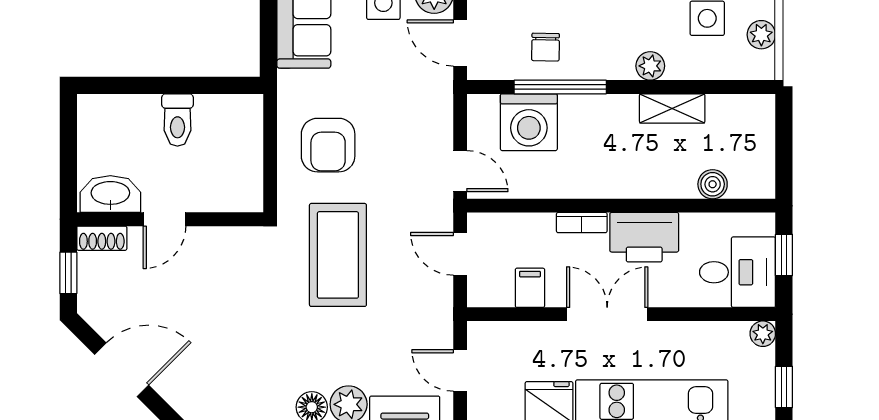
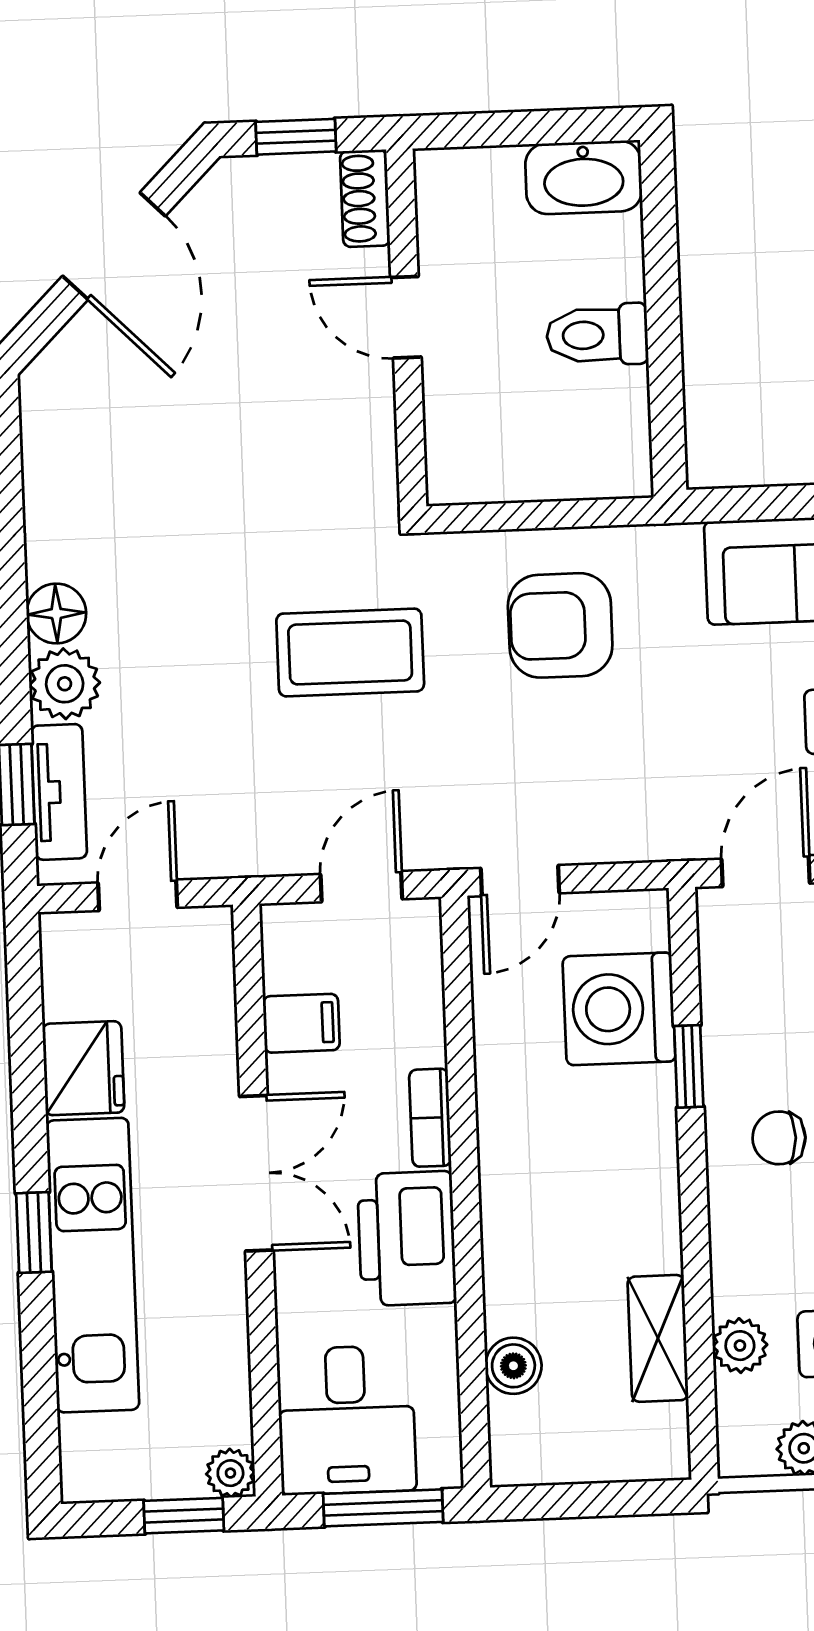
chair: (546, 47) -> (779, 1138), moved
plant: (650, 66) -> (740, 1346), moved
window: (560, 87) -> (689, 1066), width x0.46
shelving: (672, 108) -> (658, 1338), moved
washbasin: (110, 194) -> (584, 177), moved, turned 90
coffee table: (338, 255) -> (350, 652), width x0.73, depth x0.76
window: (784, 255) -> (383, 1508), width x1.50
window: (784, 387) -> (184, 1516), moved

